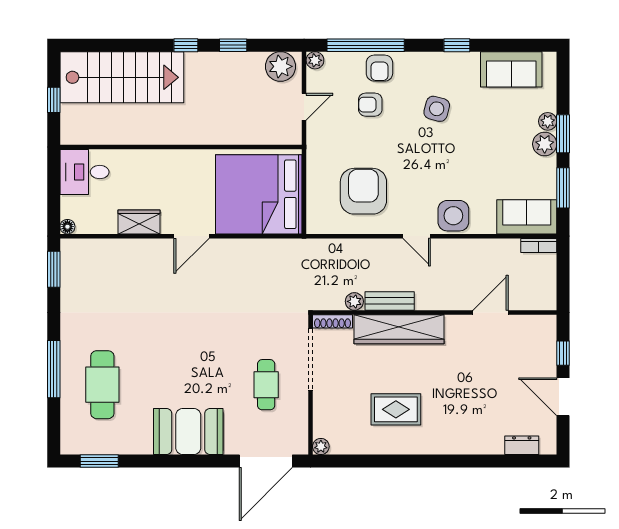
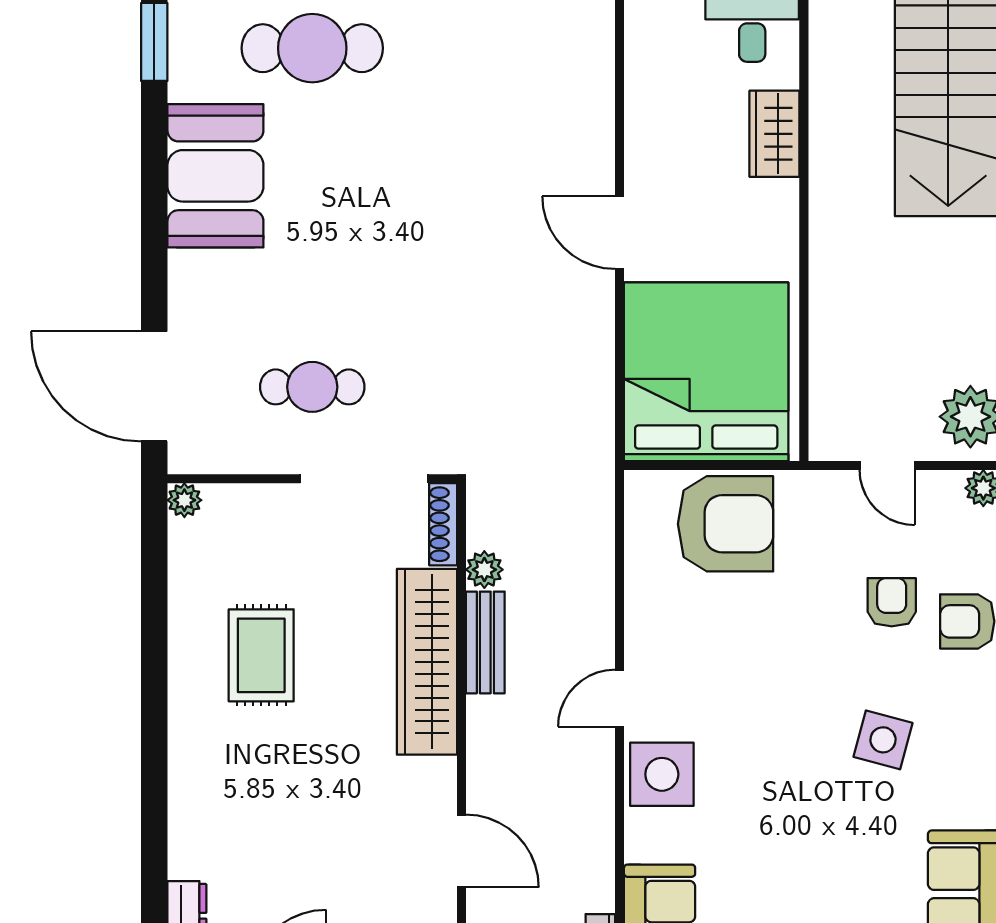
armchair: (363, 191) -> (726, 524), moved
wardrobe: (139, 222) -> (774, 134), moved, turned 180
booth: (188, 431) -> (215, 176), moved

